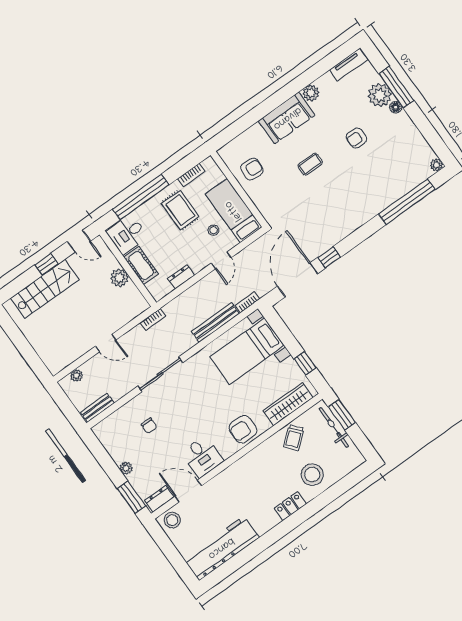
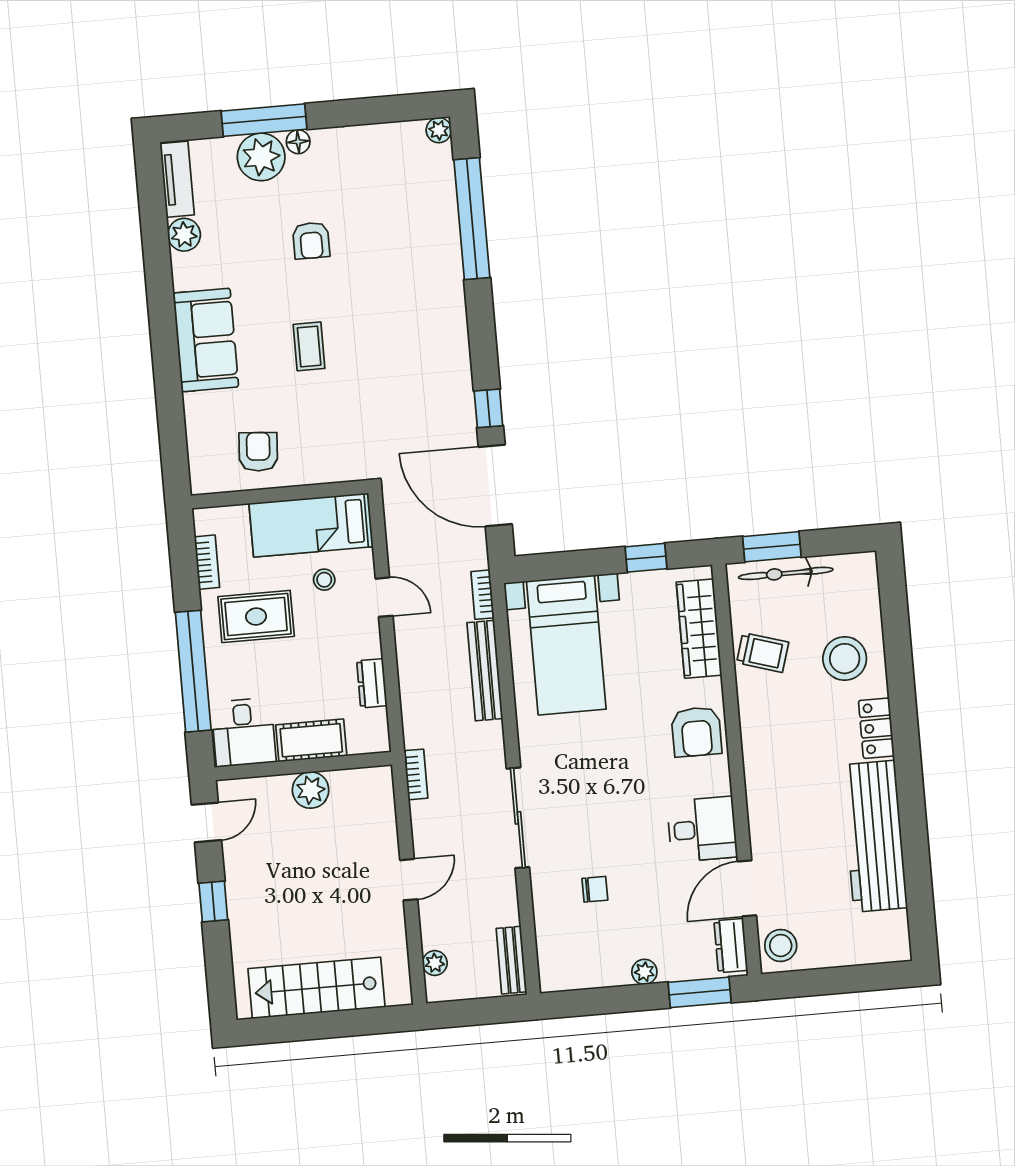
plant: (311, 93) -> (184, 235), moved
stairs: (45, 289) -> (317, 988), moved, turned -90
trolley: (294, 438) -> (763, 653), turned -33
workbench: (221, 548) -> (874, 836), moved

